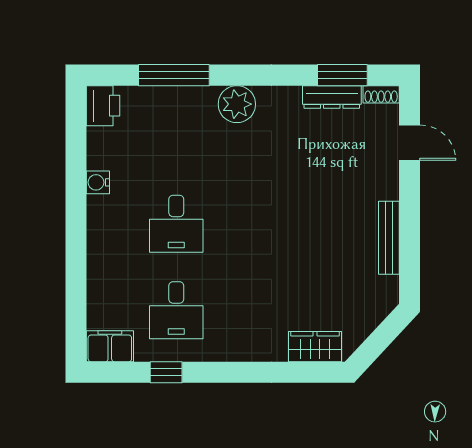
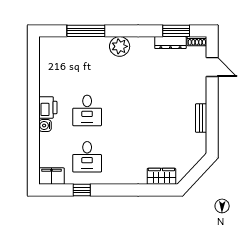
printer: (103, 106) -> (48, 107), moved
water cooler: (98, 182) -> (45, 126), moved
bench: (389, 238) -> (201, 118), width x0.73

